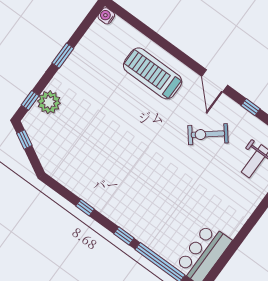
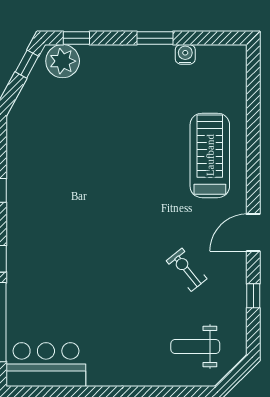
water cooler: (106, 16) -> (185, 54), moved
plant: (49, 102) -> (63, 61), moved
exercise bike: (208, 134) -> (187, 270), width x0.73, depth x0.72

